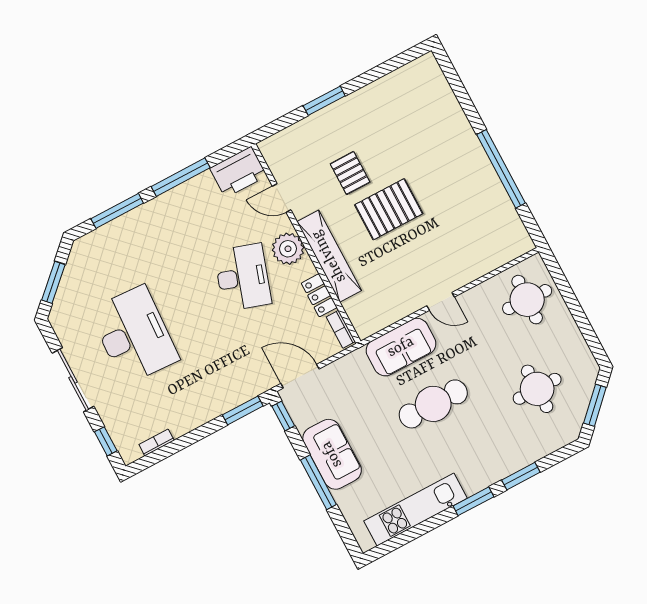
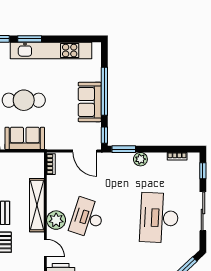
locker: (319, 295) -> (53, 188), removed
plant: (209, 409) -> (140, 159), added
window: (318, 482) -> (104, 91), width x1.46
kitchen unit: (416, 510) -> (51, 51), width x1.36

